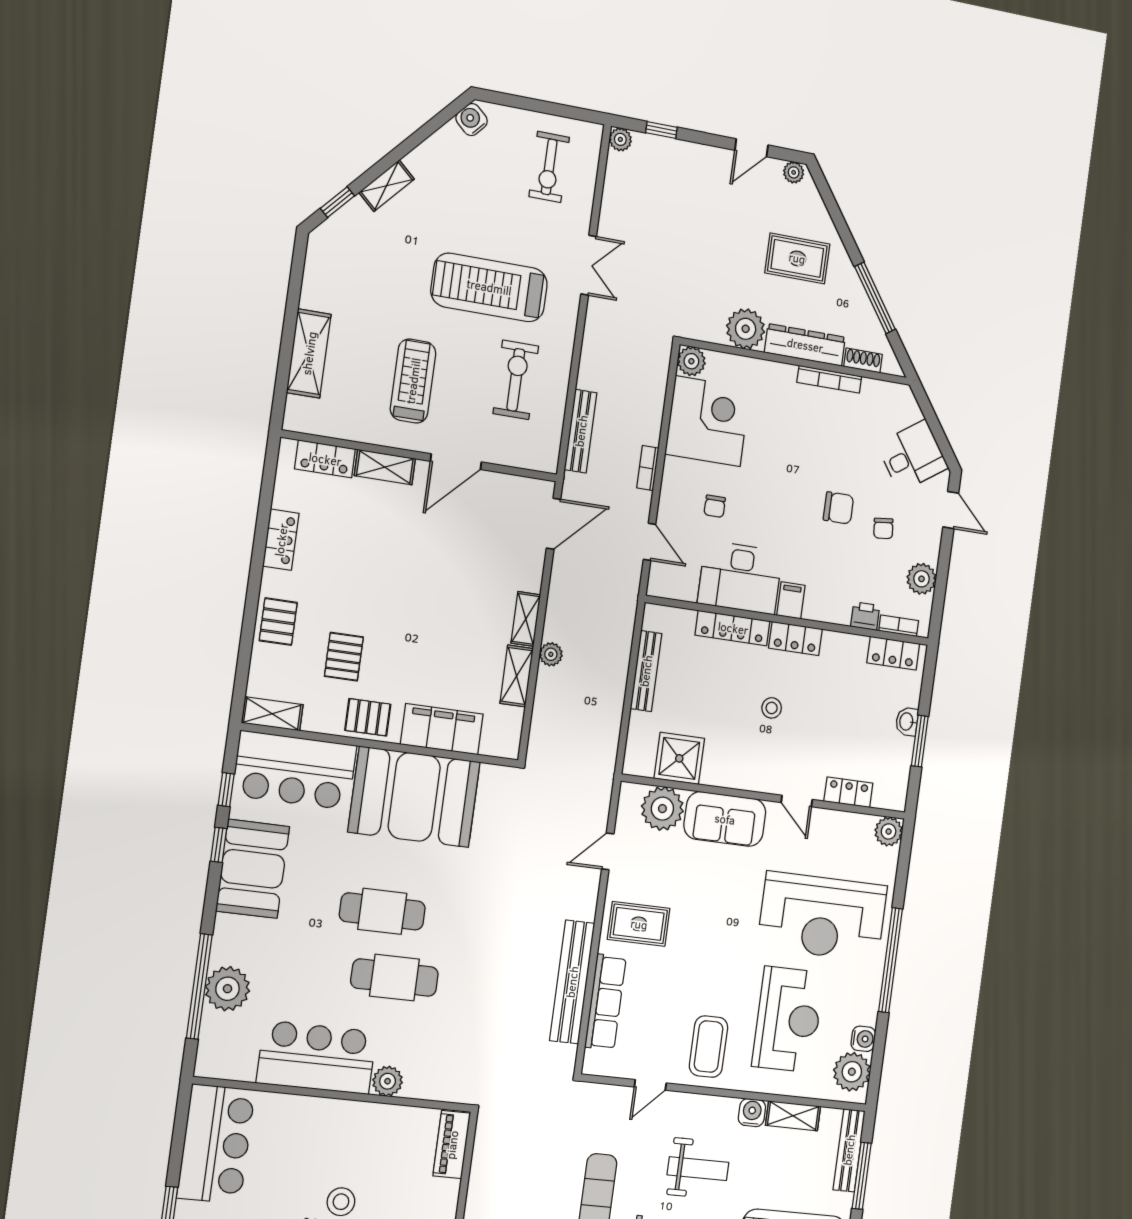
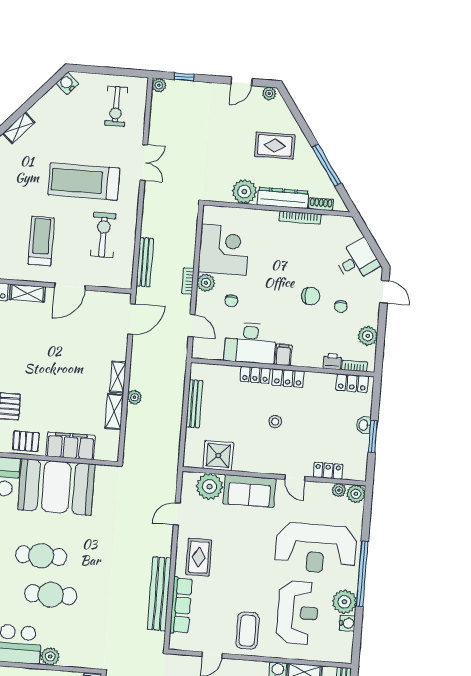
plant: (691, 361) -> (206, 283), moved
locker: (733, 628) -> (255, 375), width x0.66
plant: (863, 824) -> (339, 490), added
rug: (639, 924) -> (199, 557), turned 90
plant: (852, 1072) -> (344, 602), moved

